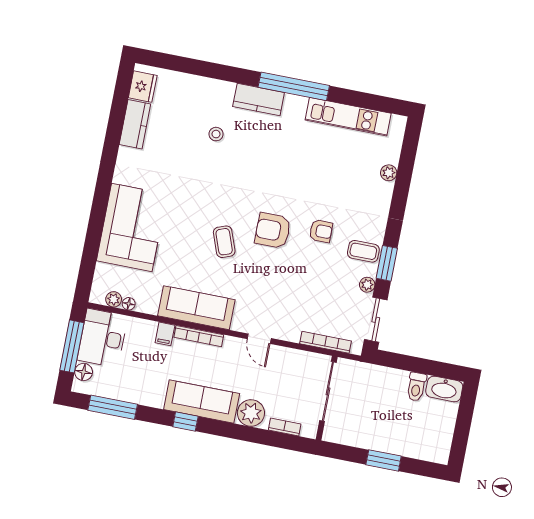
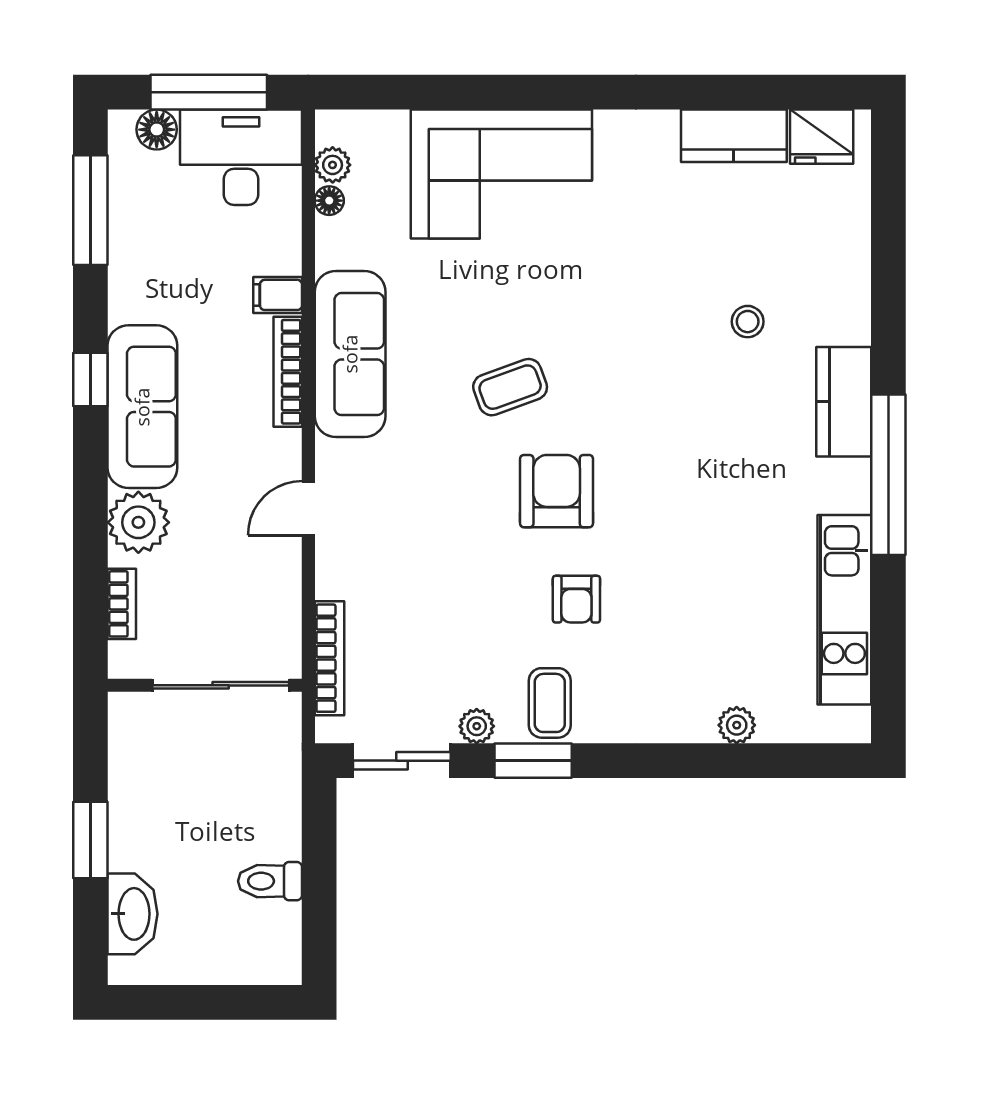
washbasin: (444, 389) -> (133, 914), moved, turned 180

